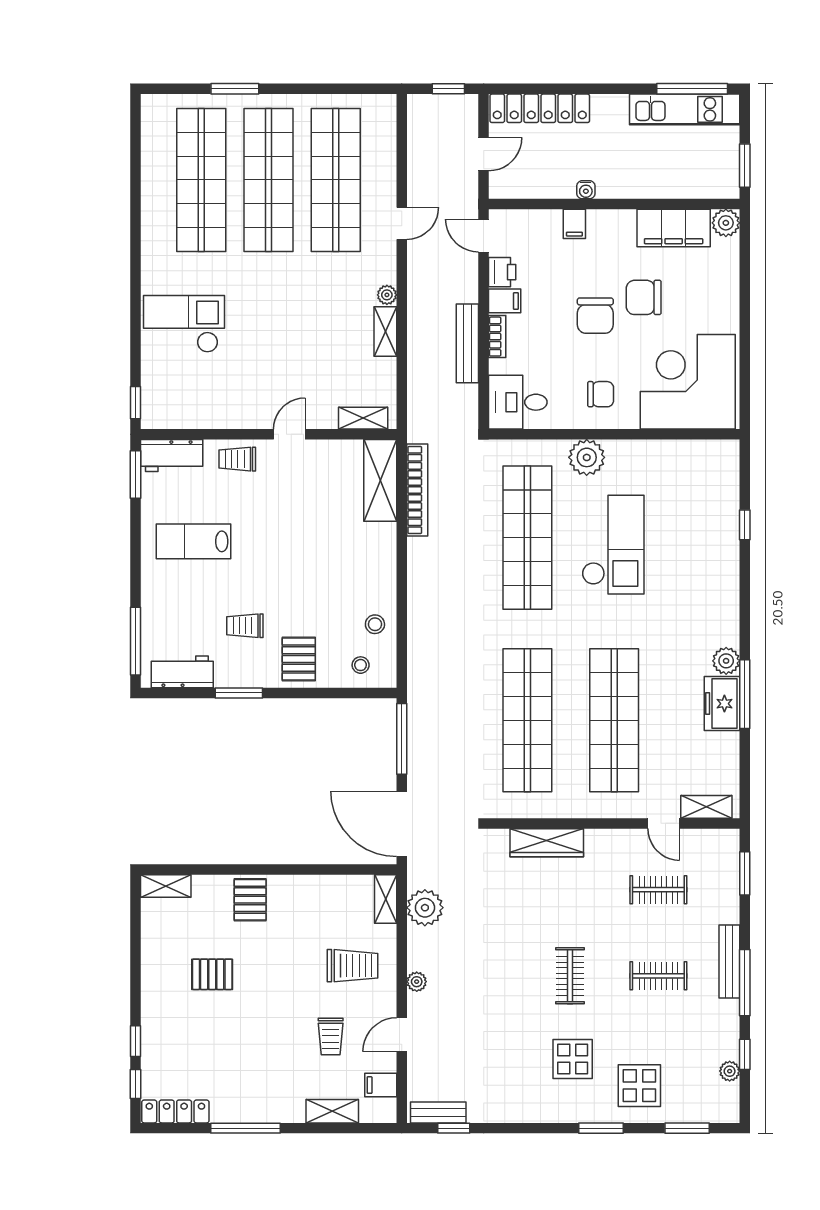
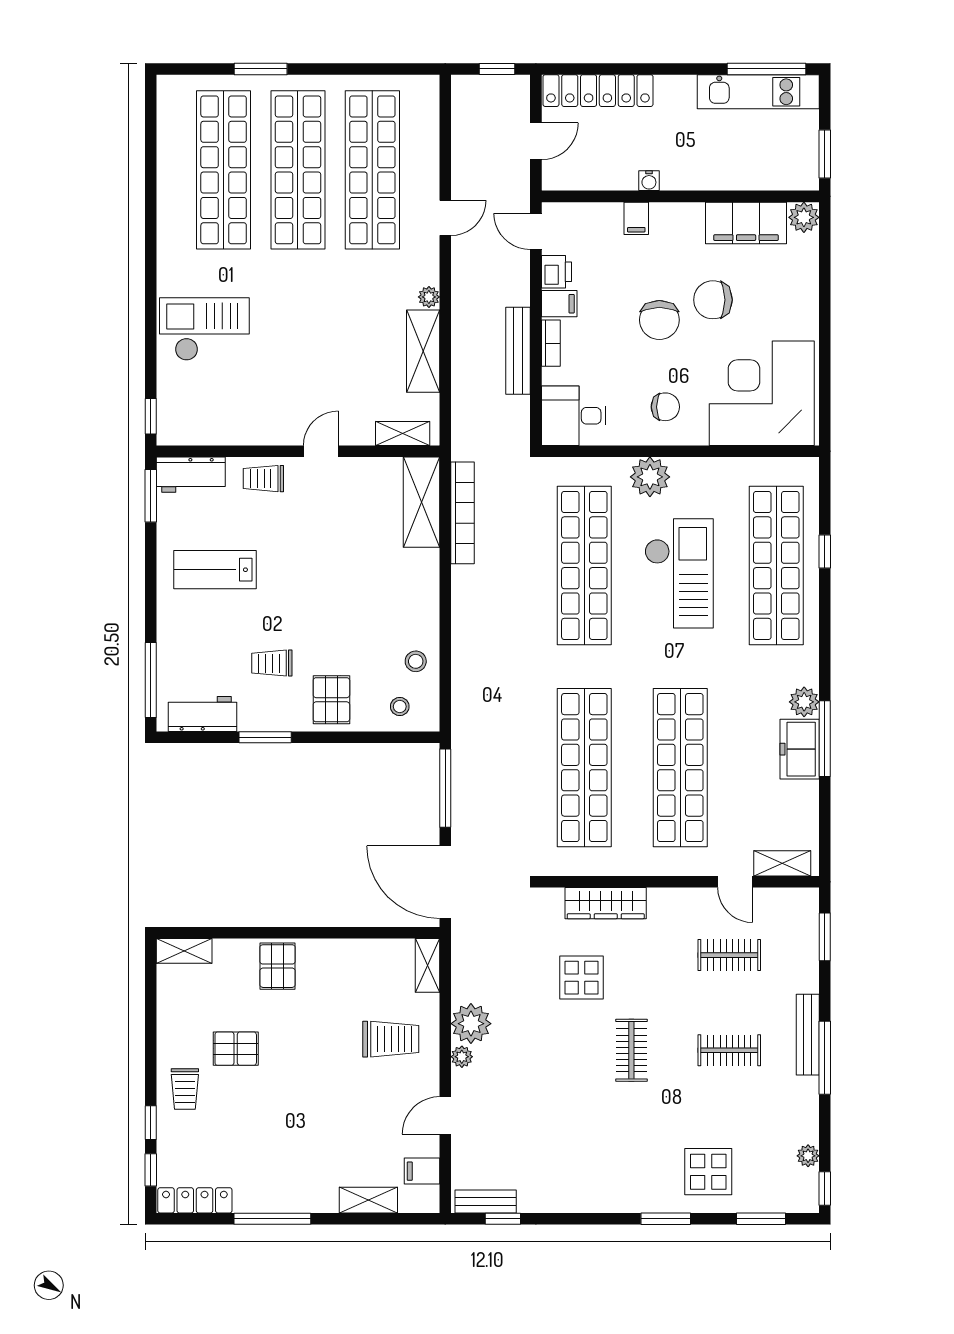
shelving: (385, 331) -> (423, 351), width x1.50, depth x1.33
shop shelf: (701, 538) -> (776, 565), added
plant: (425, 908) -> (471, 1024), moved
trolley: (331, 1036) -> (185, 1089), moved
window: (745, 1054) -> (825, 1188), moved
display table: (573, 1059) -> (581, 978), moved

